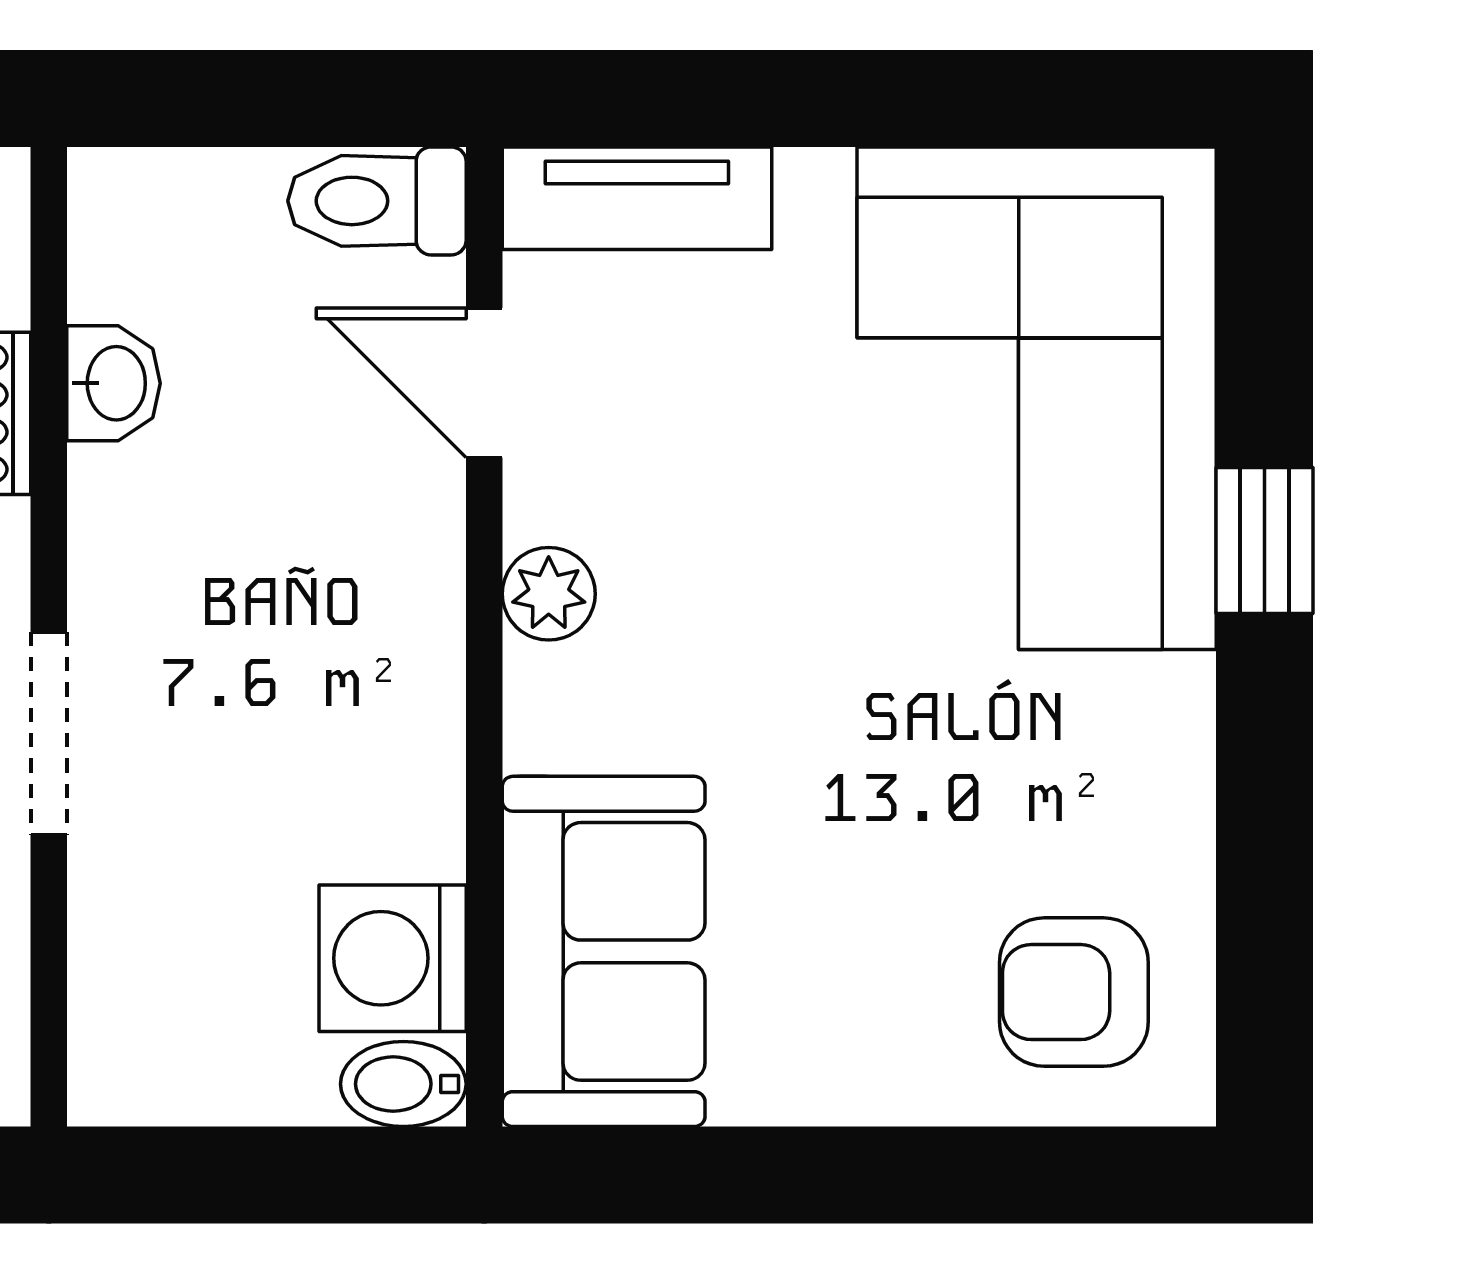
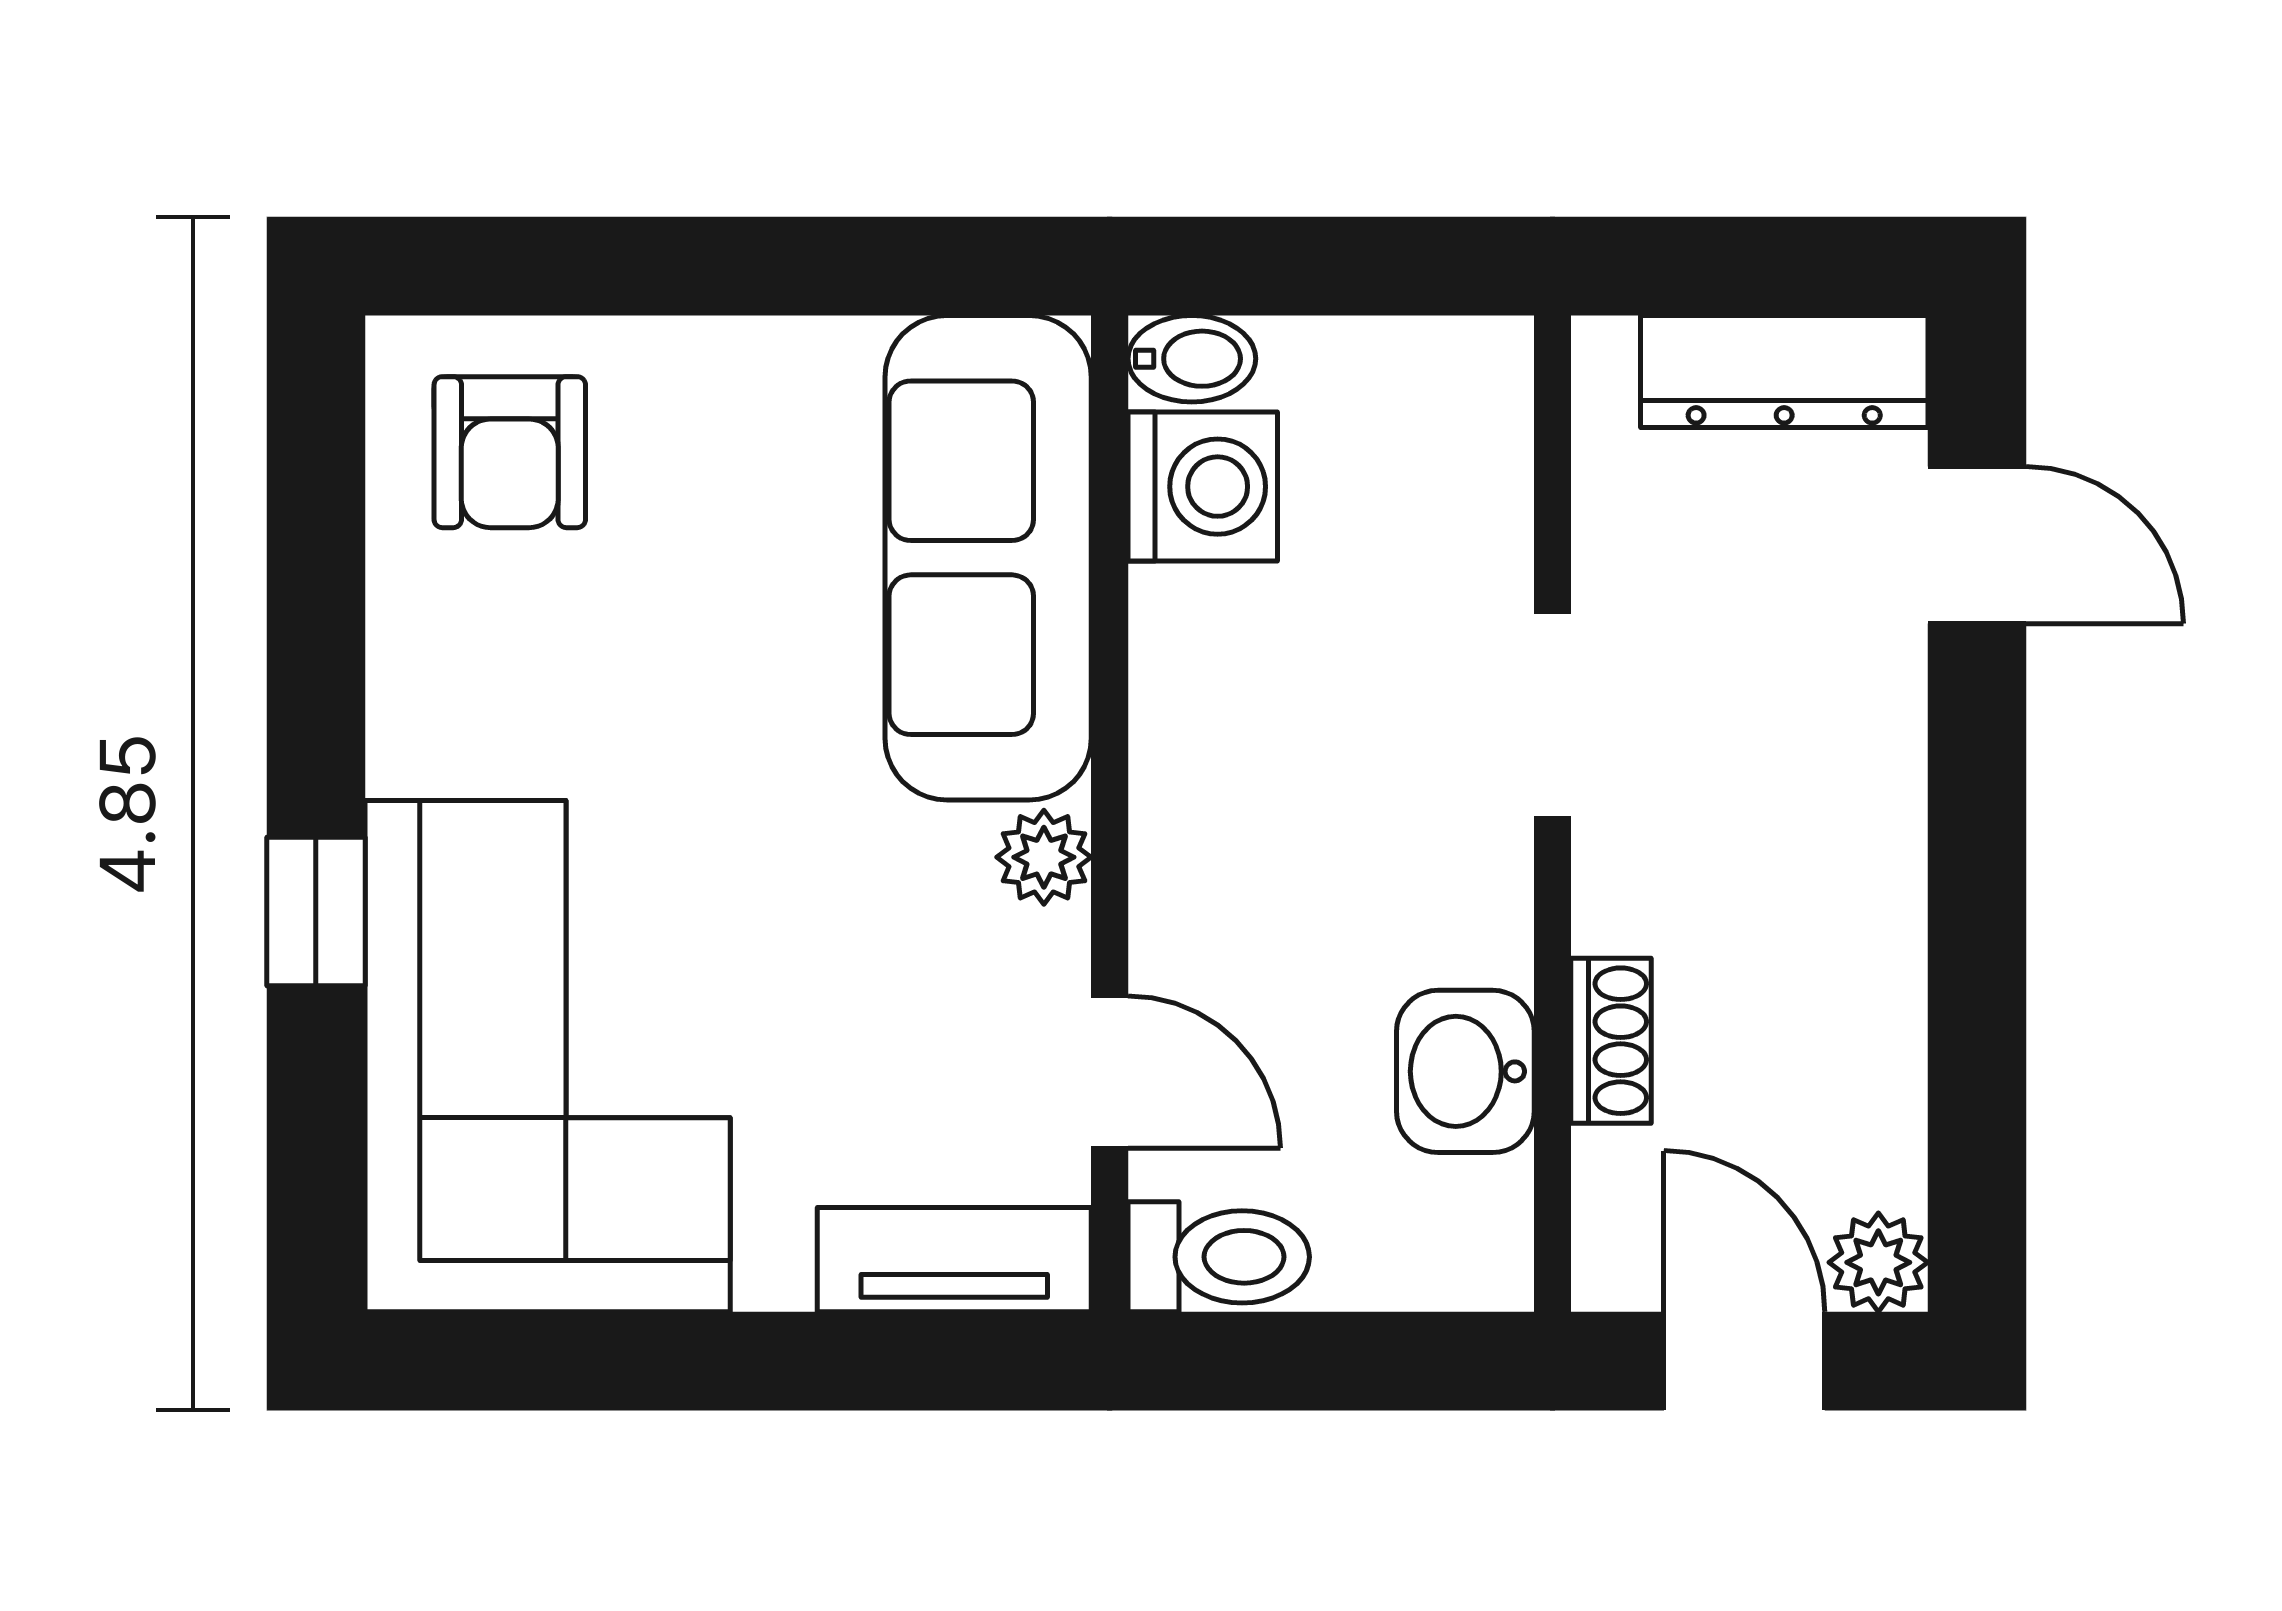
washbasin: (113, 383) -> (1465, 1071), width x1.38, depth x1.45
sofa: (604, 951) -> (988, 558), width x1.36
armchair: (1074, 992) -> (510, 452), turned 90

